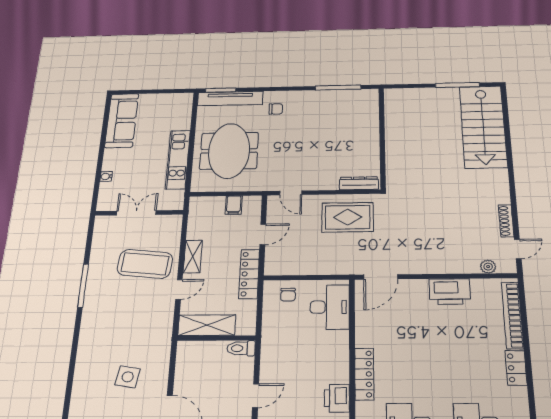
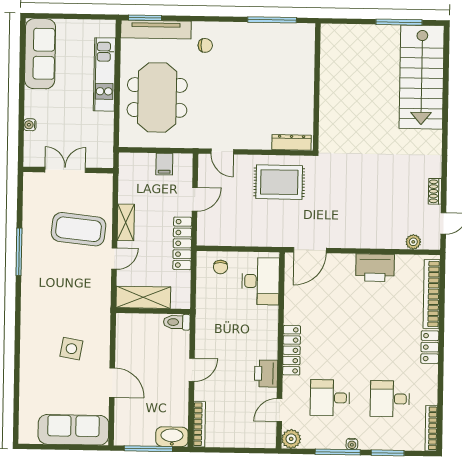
kitchen unit: (178, 160) -> (104, 74), moved
shoe rack: (506, 221) -> (435, 191), width x0.70

